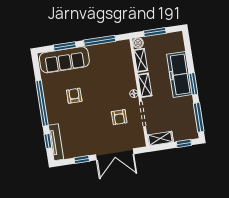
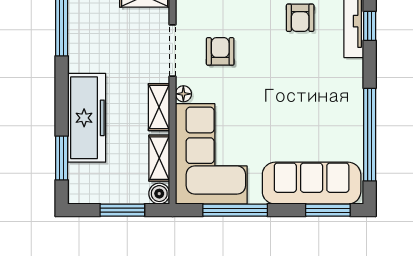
window: (65, 46) -> (328, 210), moved
corner sofa: (116, 66) -> (211, 154), added
window: (193, 84) -> (62, 158), moved
armchair: (74, 96) -> (300, 18), moved
window: (42, 103) -> (370, 135), moved

